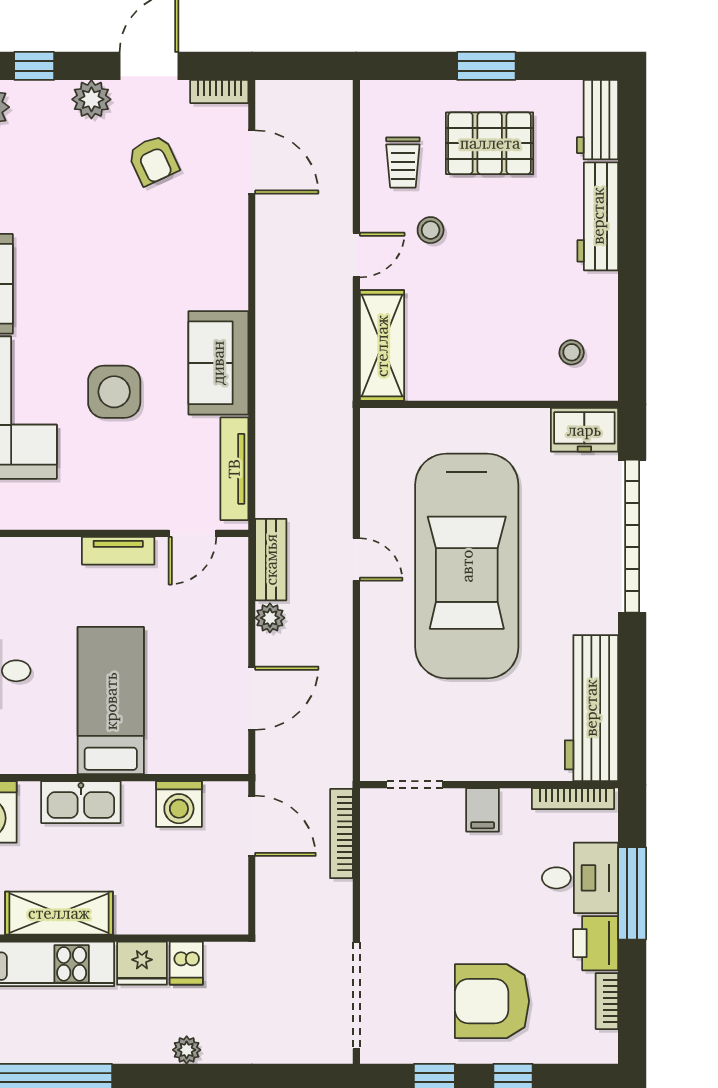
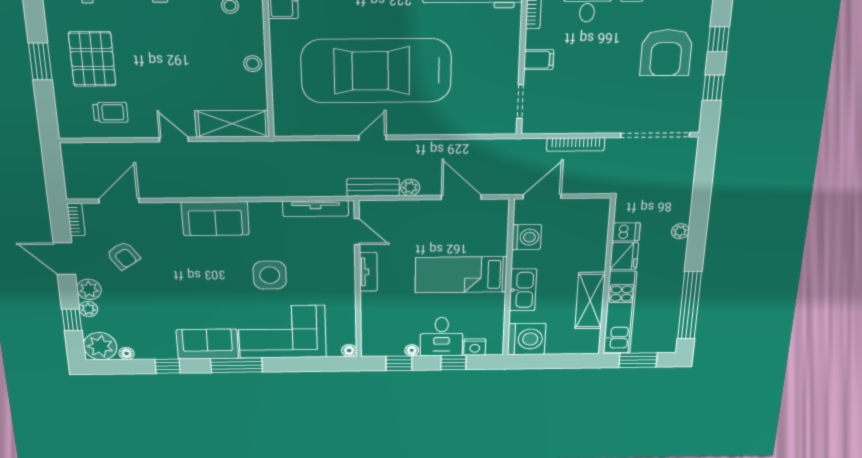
plant: (54, 95) -> (88, 309), added
armchair: (153, 160) -> (123, 256), turned 81
stool: (431, 230) -> (253, 64), moved
sofa: (218, 363) -> (215, 219), moved
car: (467, 566) -> (376, 71), turned 180
bookcase: (342, 834) -> (576, 144), moved

